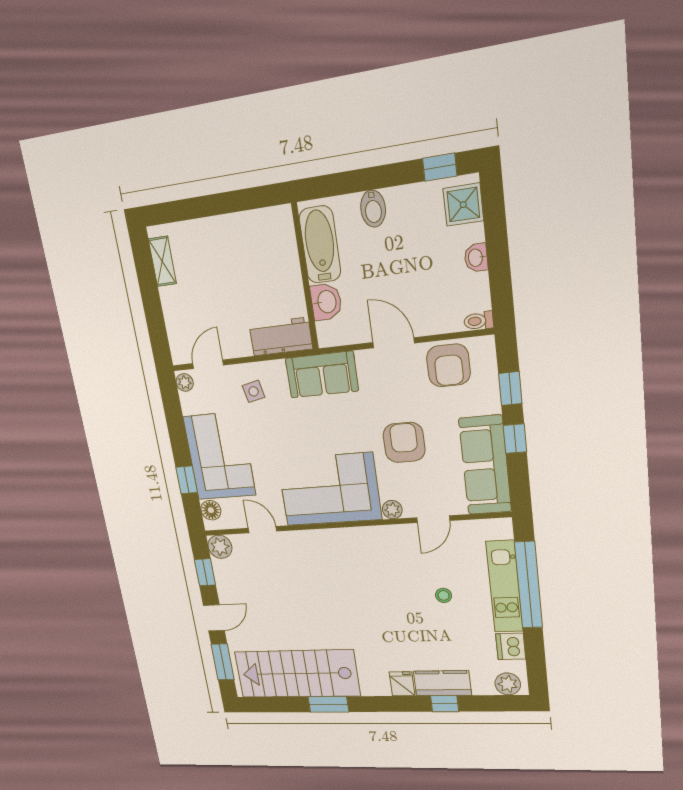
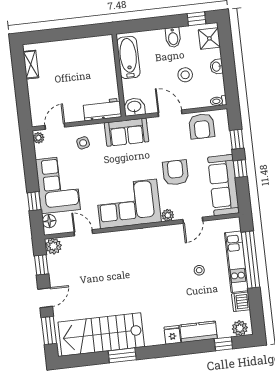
bidet: (373, 209) -> (173, 37), moved
stool: (419, 274) -> (185, 75), added
washbasin: (326, 302) -> (134, 107), moved, turned -90
window: (445, 704) -> (223, 344), moved

